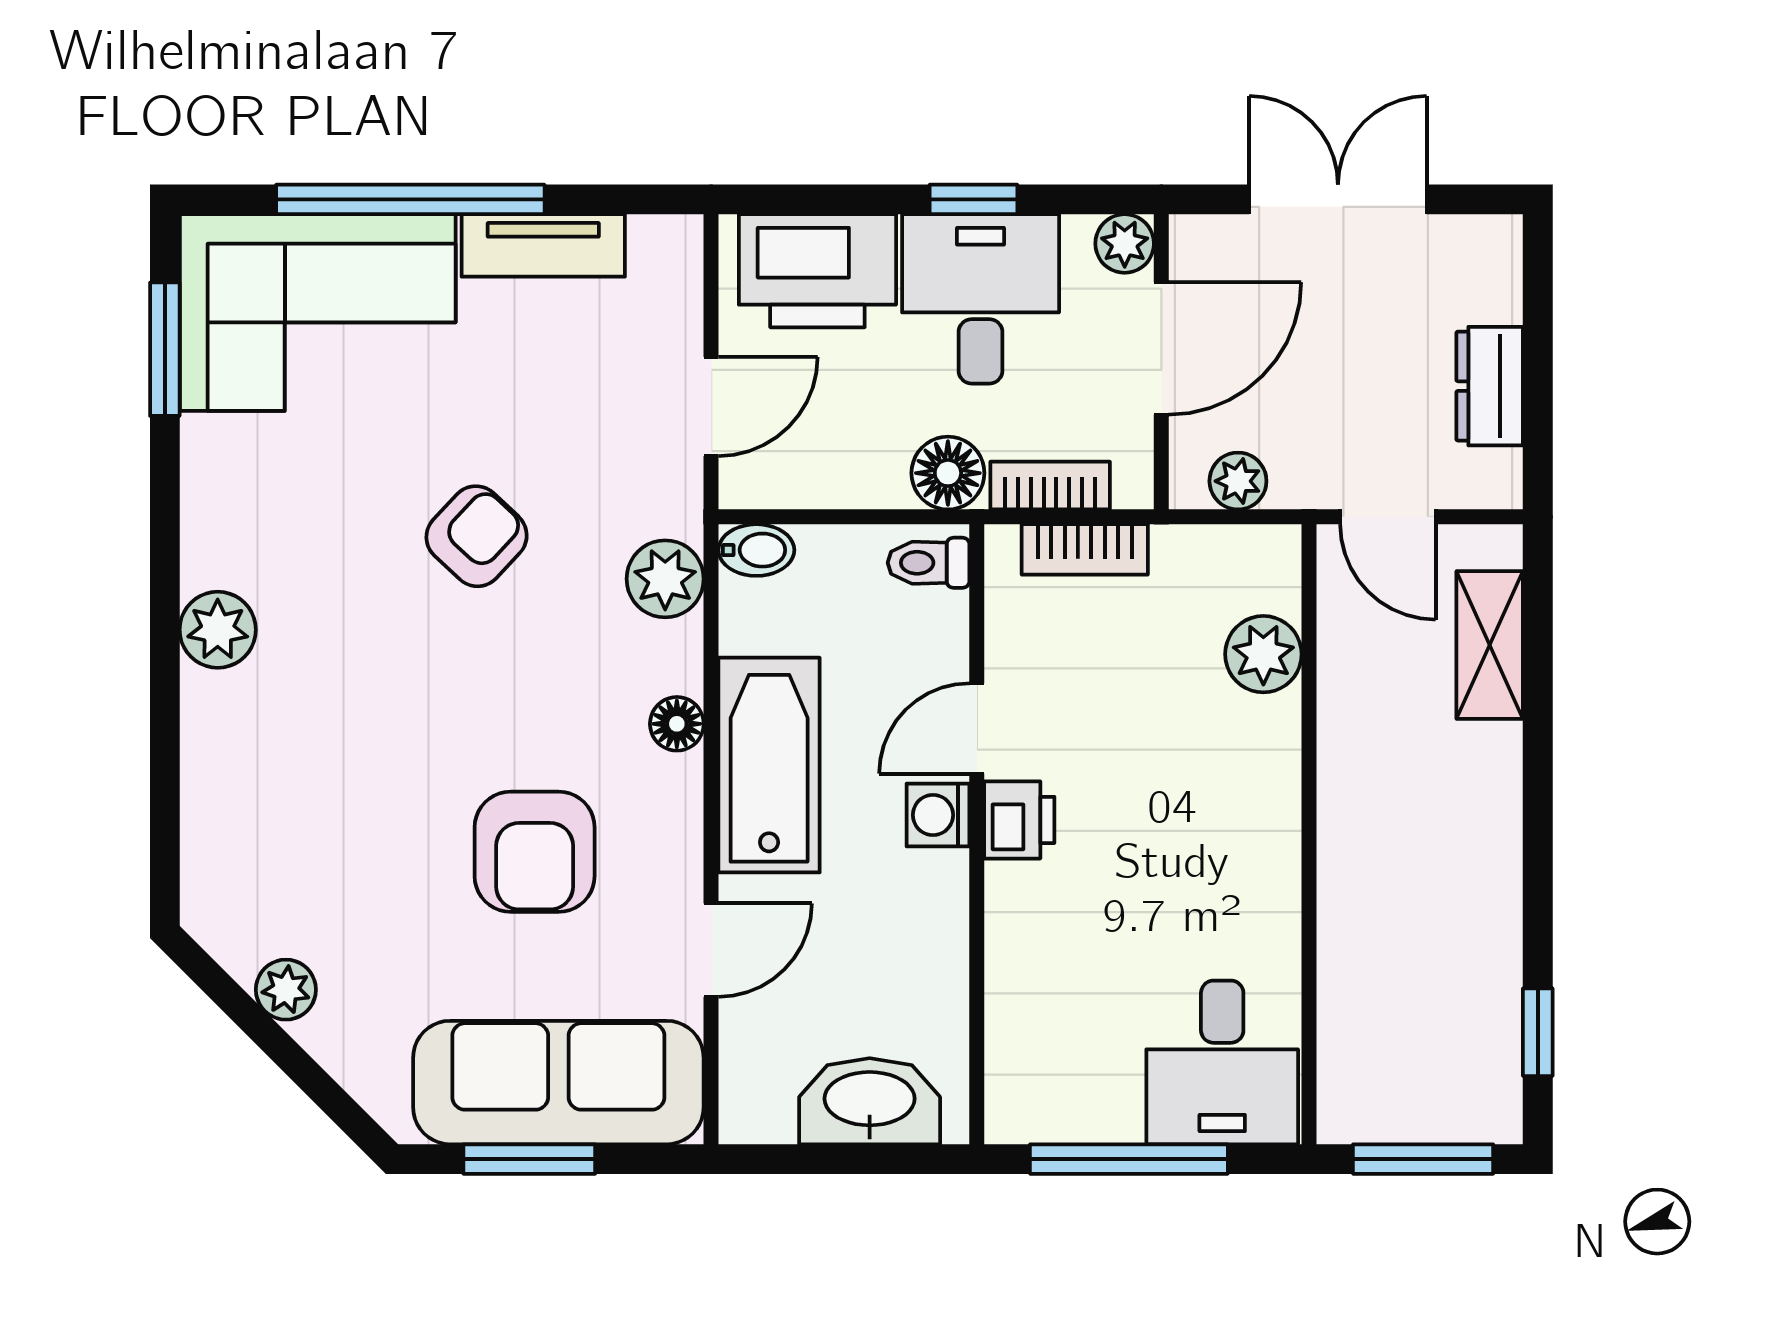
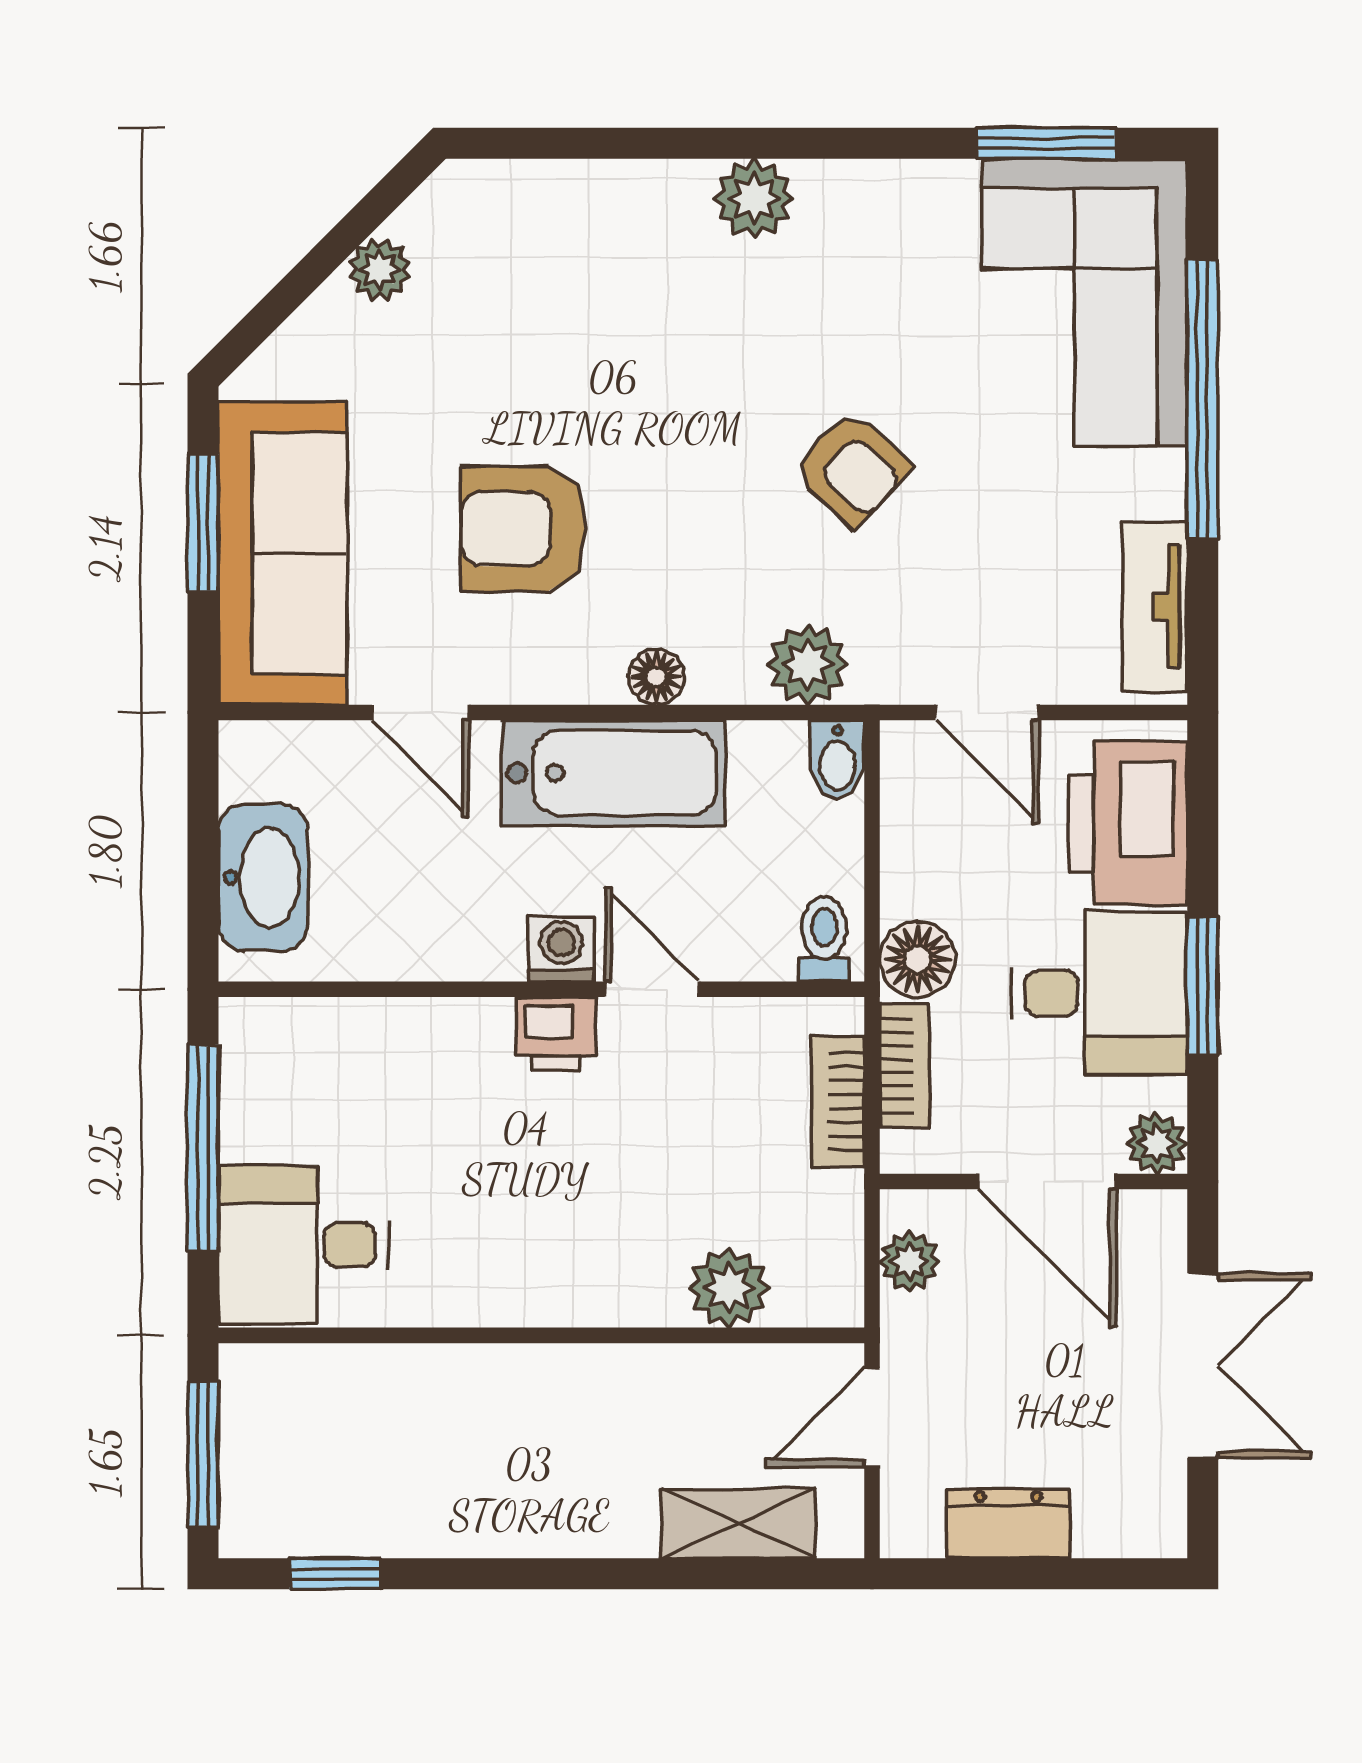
window: (973, 199) -> (1203, 986), width x1.50
tv unit: (543, 245) -> (1155, 606), moved

